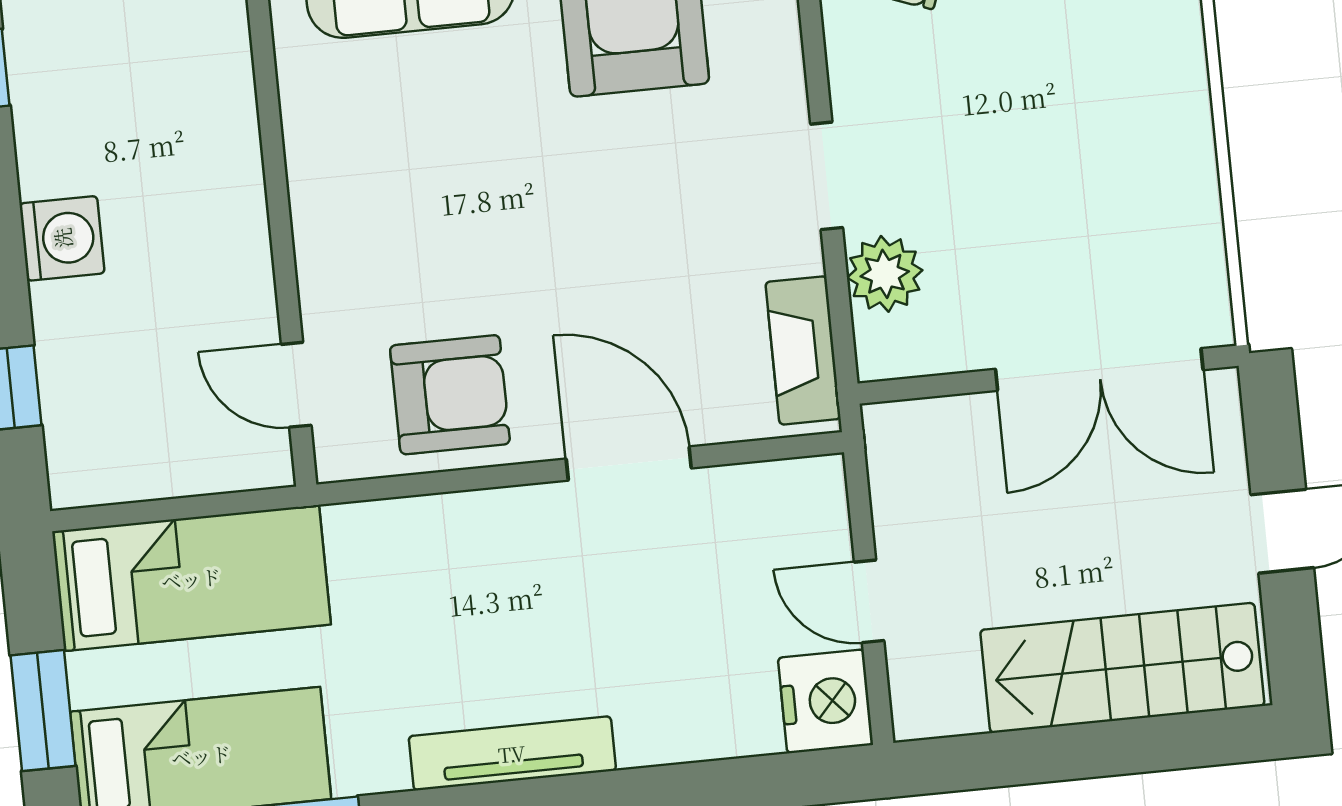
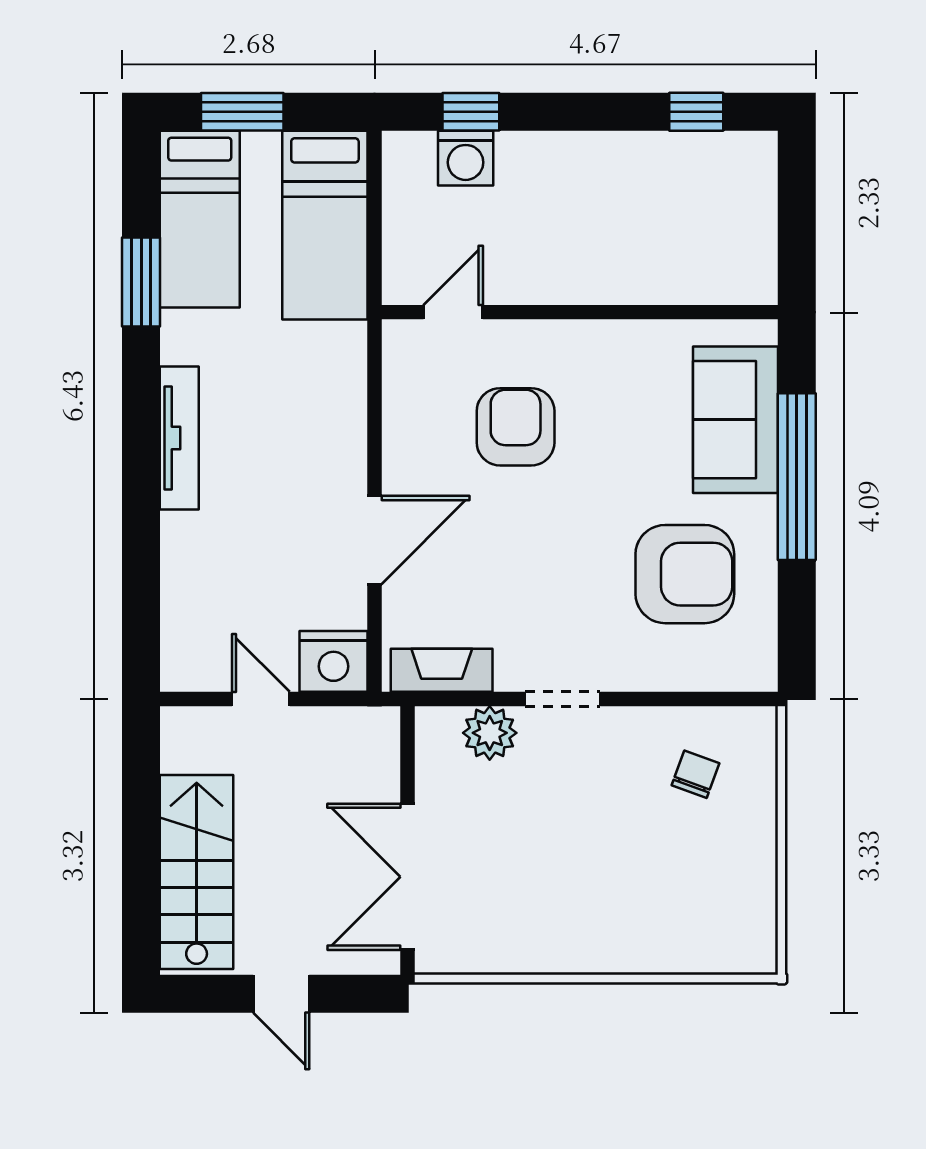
washing machine: (62, 238) -> (466, 158), moved
armchair: (450, 395) -> (516, 427), moved, turned 180
door: (869, 601) -> (261, 699), hinge flipped
nightstand: (826, 701) -> (334, 661), moved

